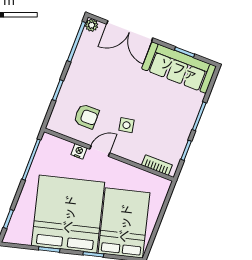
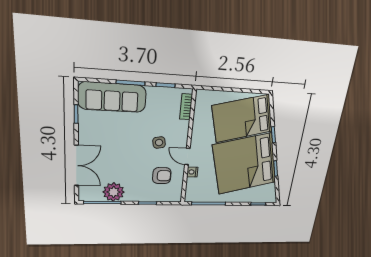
plant: (92, 25) -> (114, 192), moved, width x1.87, depth x1.87
sofa: (179, 68) -> (112, 97), moved, turned 90
armchair: (86, 116) -> (162, 176), turned 90

